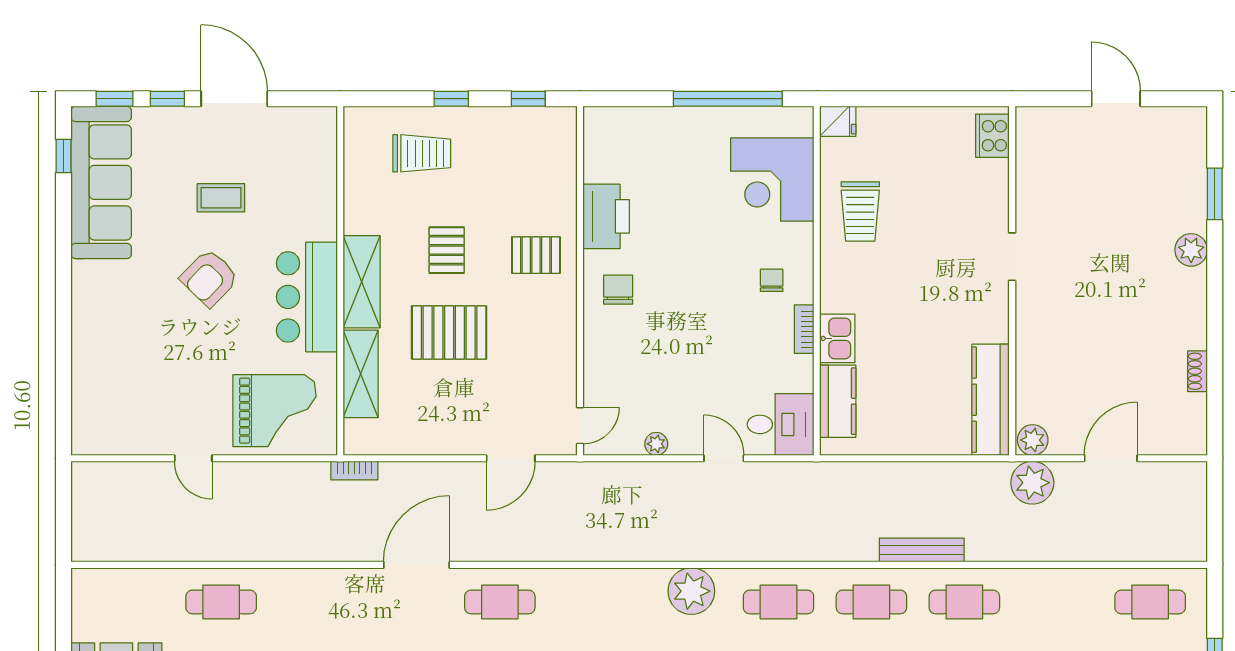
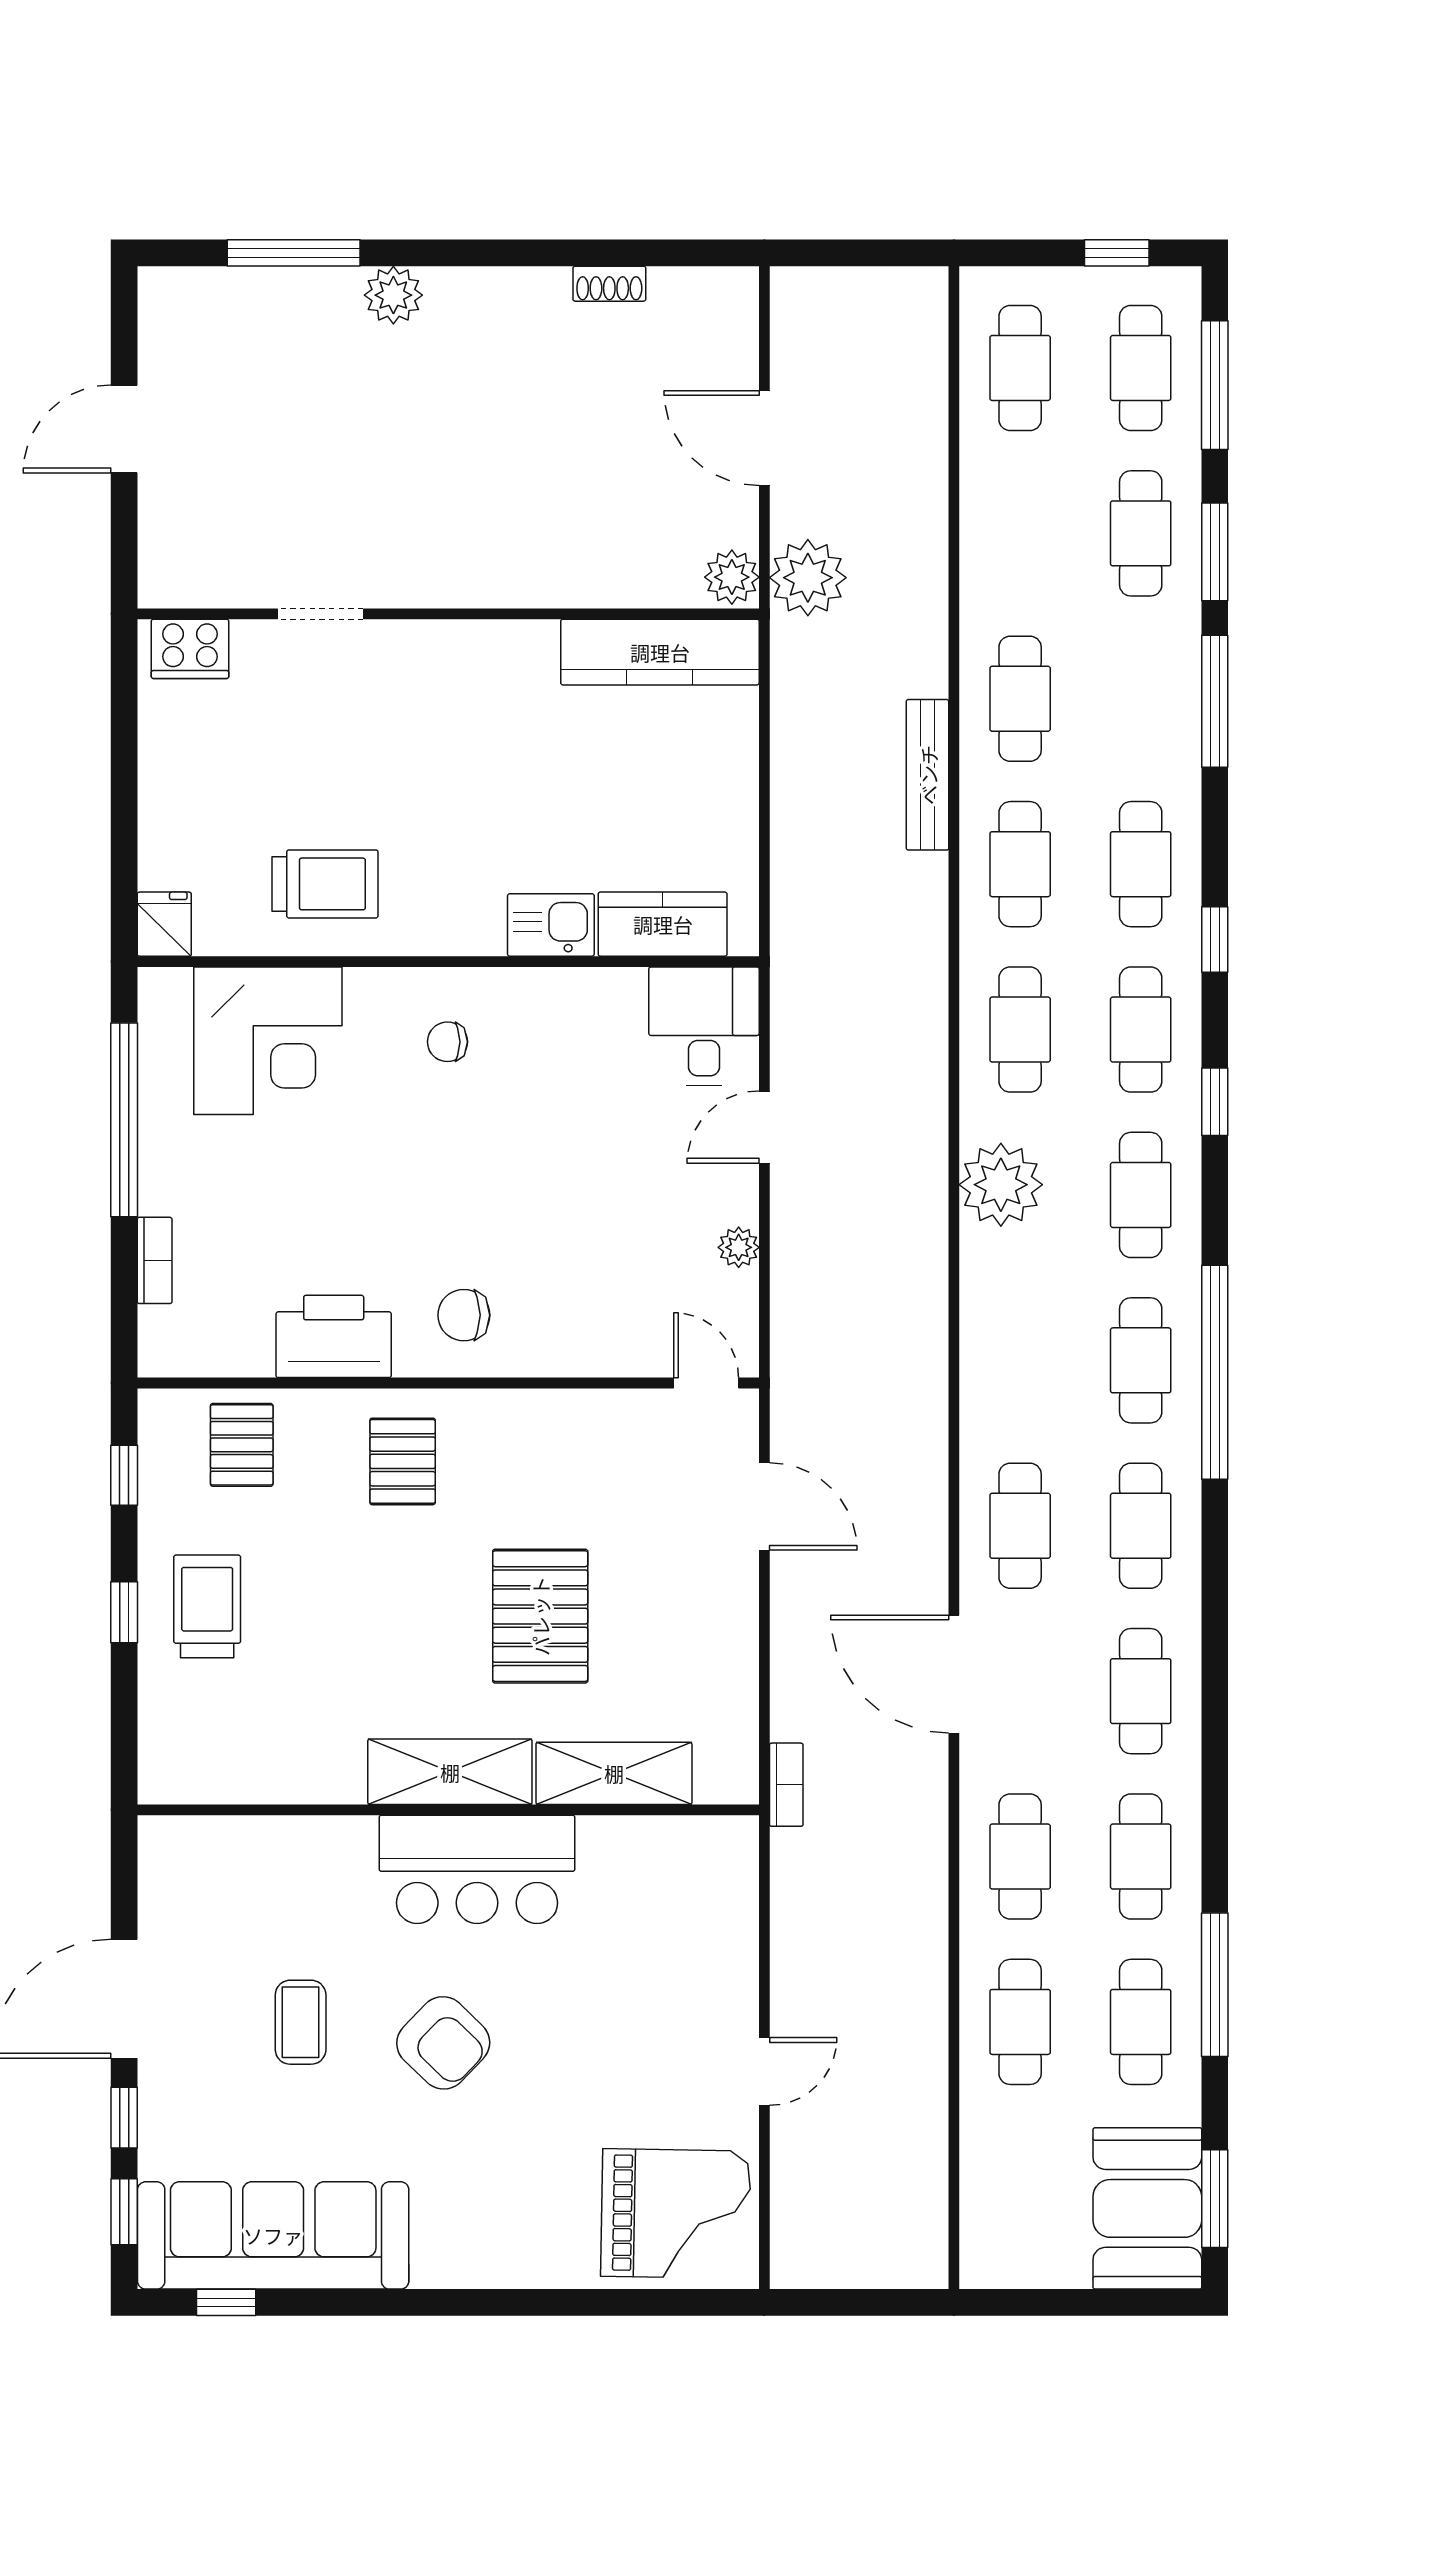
trolley: (422, 153) -> (207, 1606), moved
window: (1215, 194) -> (294, 253), width x1.44
pallet: (447, 250) -> (242, 1445), moved, turned 90
doorway: (1012, 257) -> (320, 614), moved
bookcase: (804, 329) -> (155, 1260), moved, turned -90
grand piano: (275, 411) -> (676, 2214), moved, turned 91
cafe table: (314, 602) -> (1020, 1857), added

